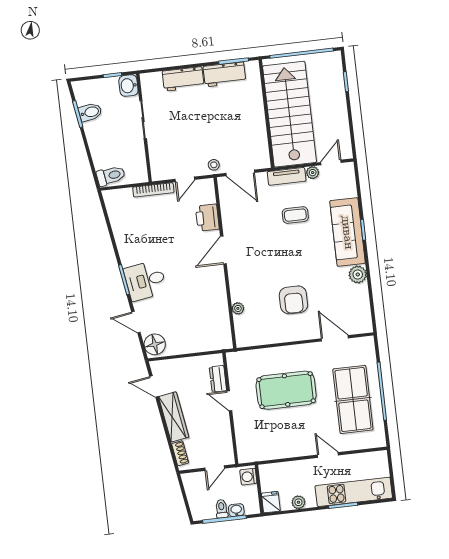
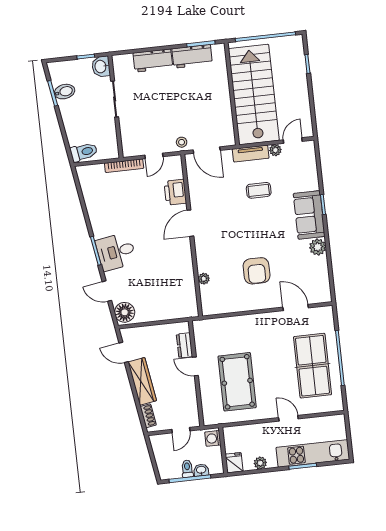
sofa: (348, 232) -> (309, 215), width x0.73
pool table: (286, 390) -> (237, 382), moved, turned 90

